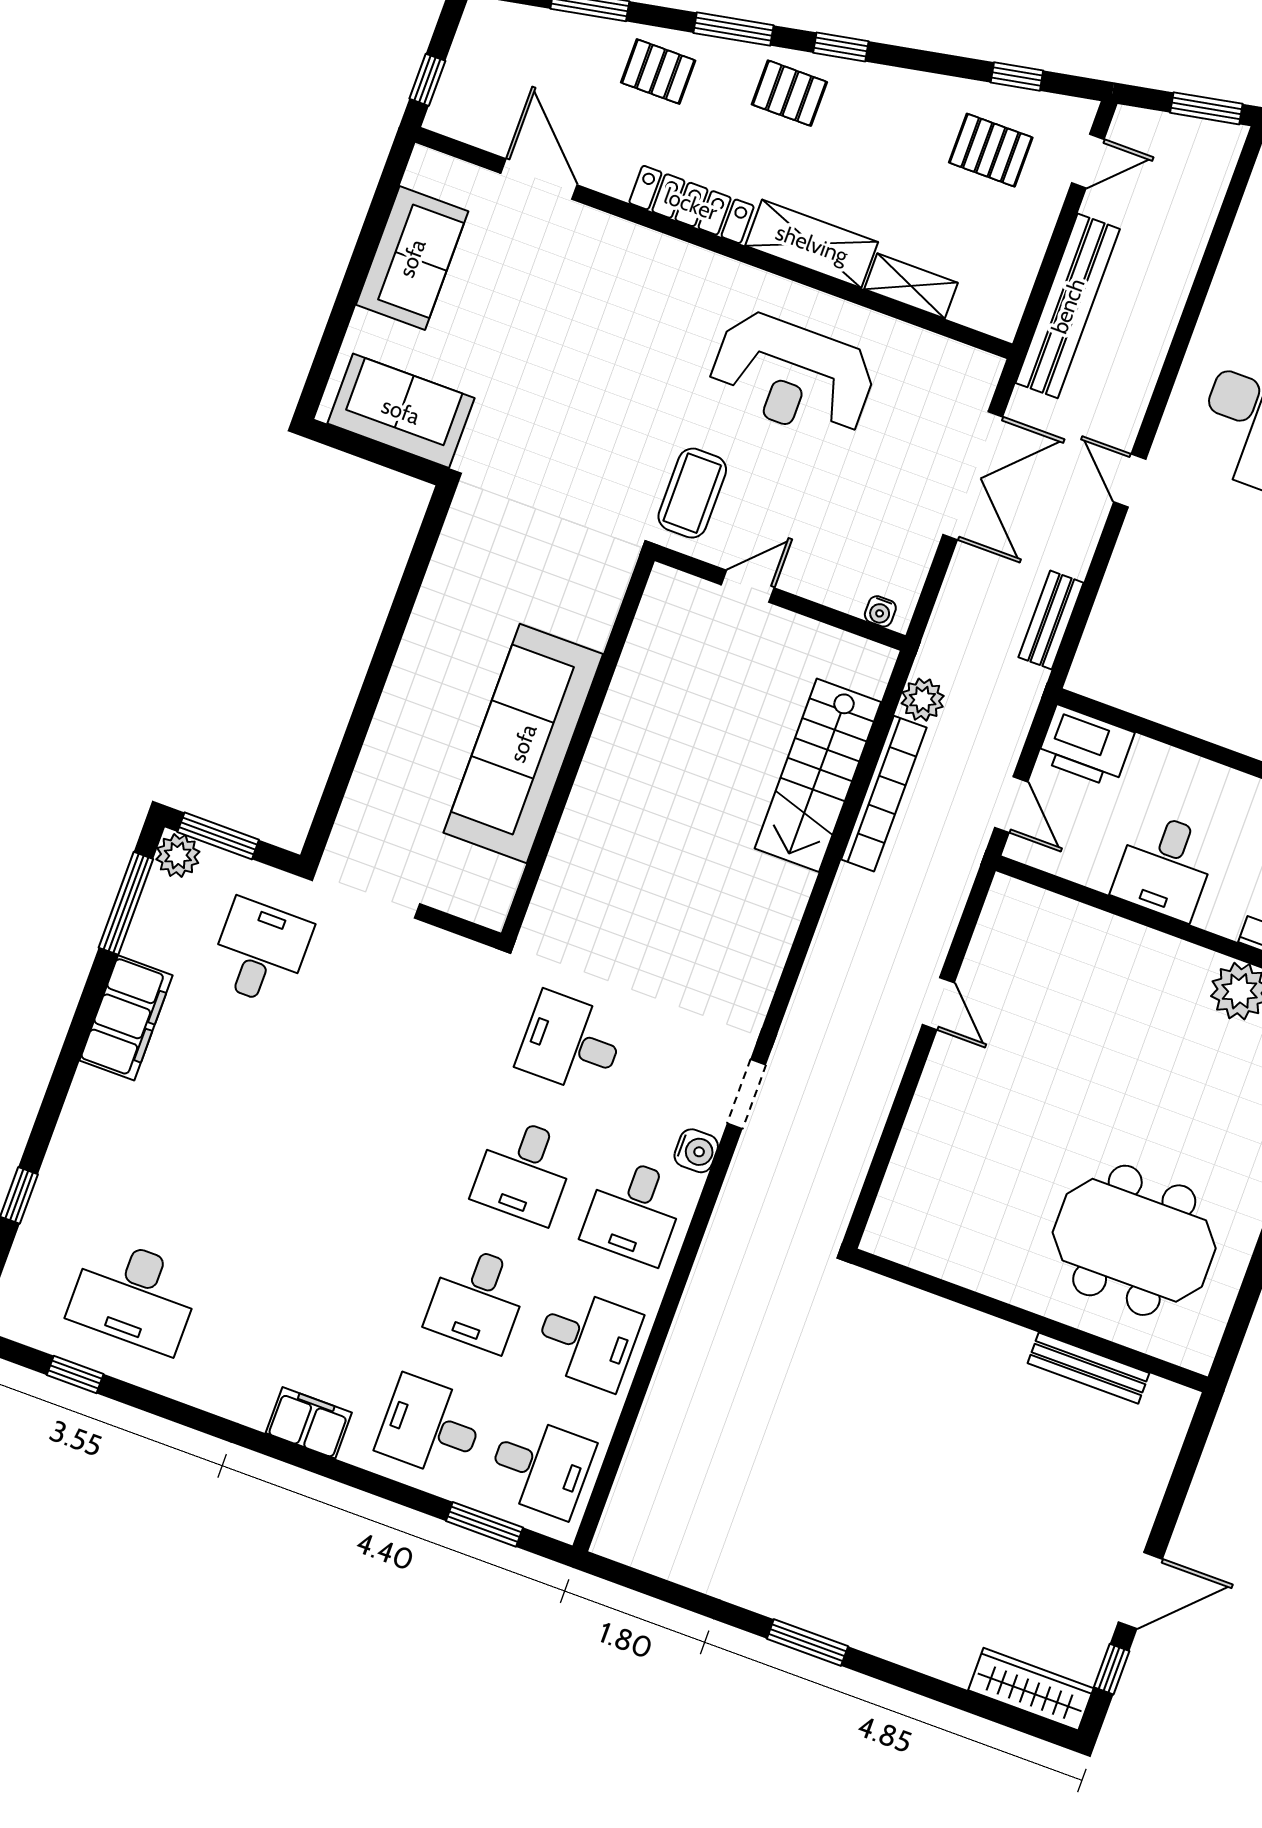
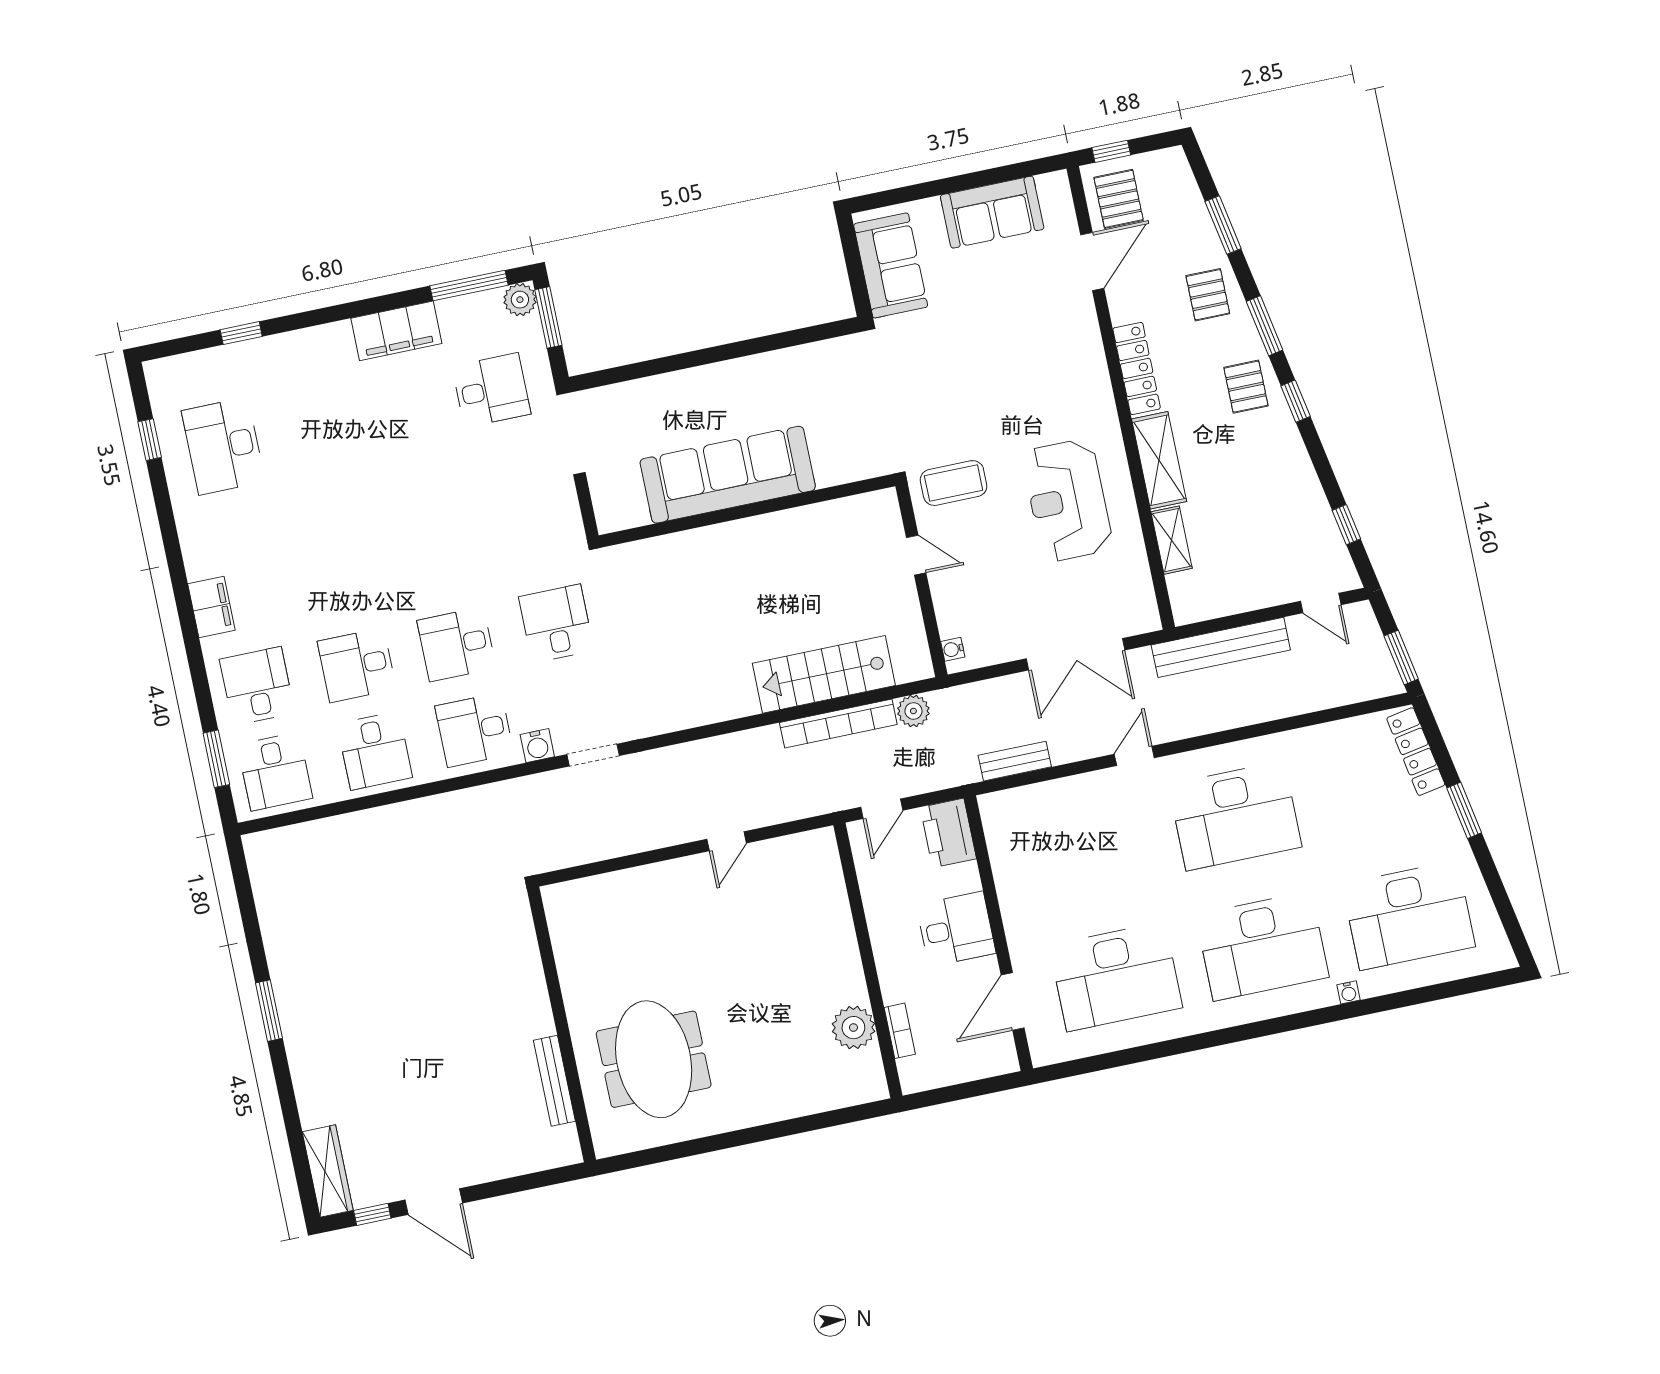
pallet: (991, 150) -> (1119, 199), moved
desk: (1165, 866) -> (956, 929), moved, turned 180

